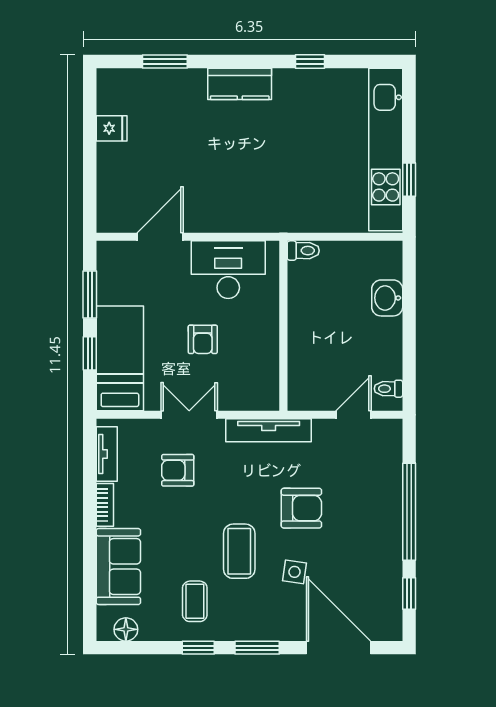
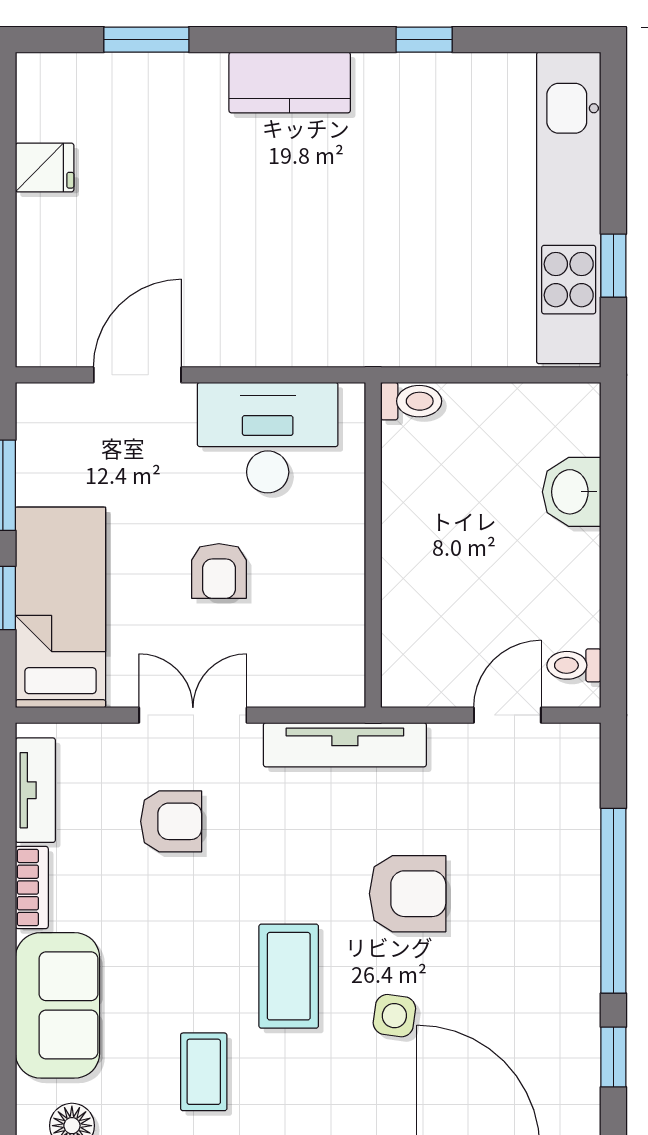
armchair: (178, 470) -> (171, 821), turned 180

